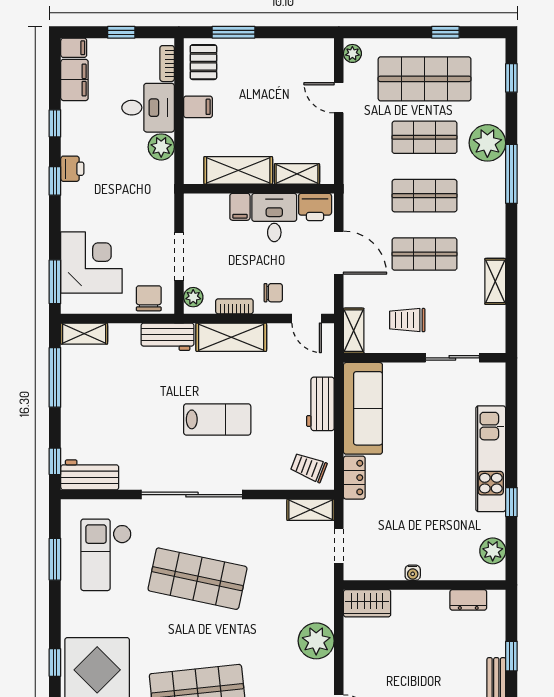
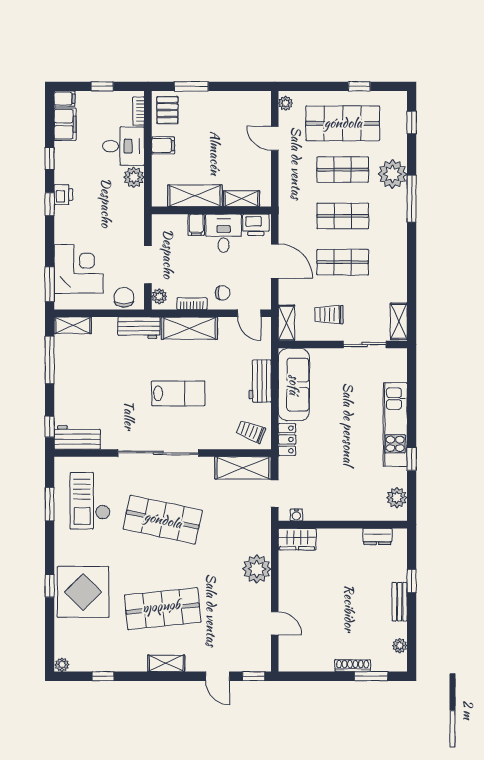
shelving: (495, 281) -> (399, 321), moved
shelving: (311, 510) -> (243, 468), width x1.50, depth x1.33
water cooler: (413, 573) -> (296, 515), moved

